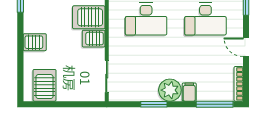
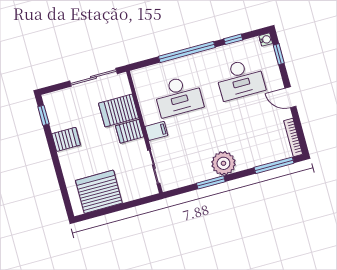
server rack: (35, 42) -> (66, 139), moved
server rack: (44, 85) -> (99, 192), width x1.60
filing cabinet: (189, 92) -> (156, 131), moved, turned 90

